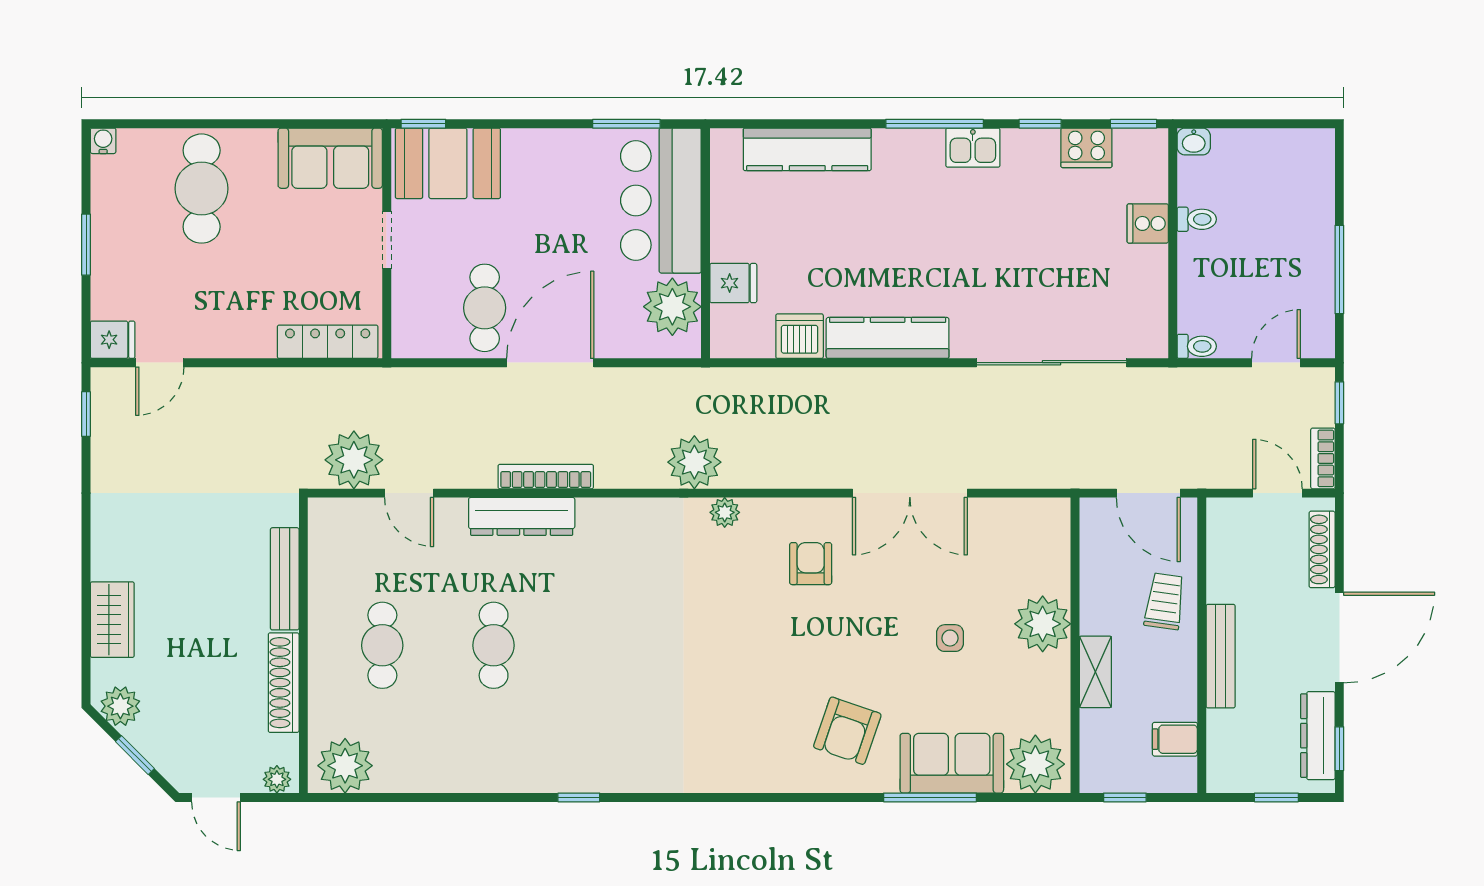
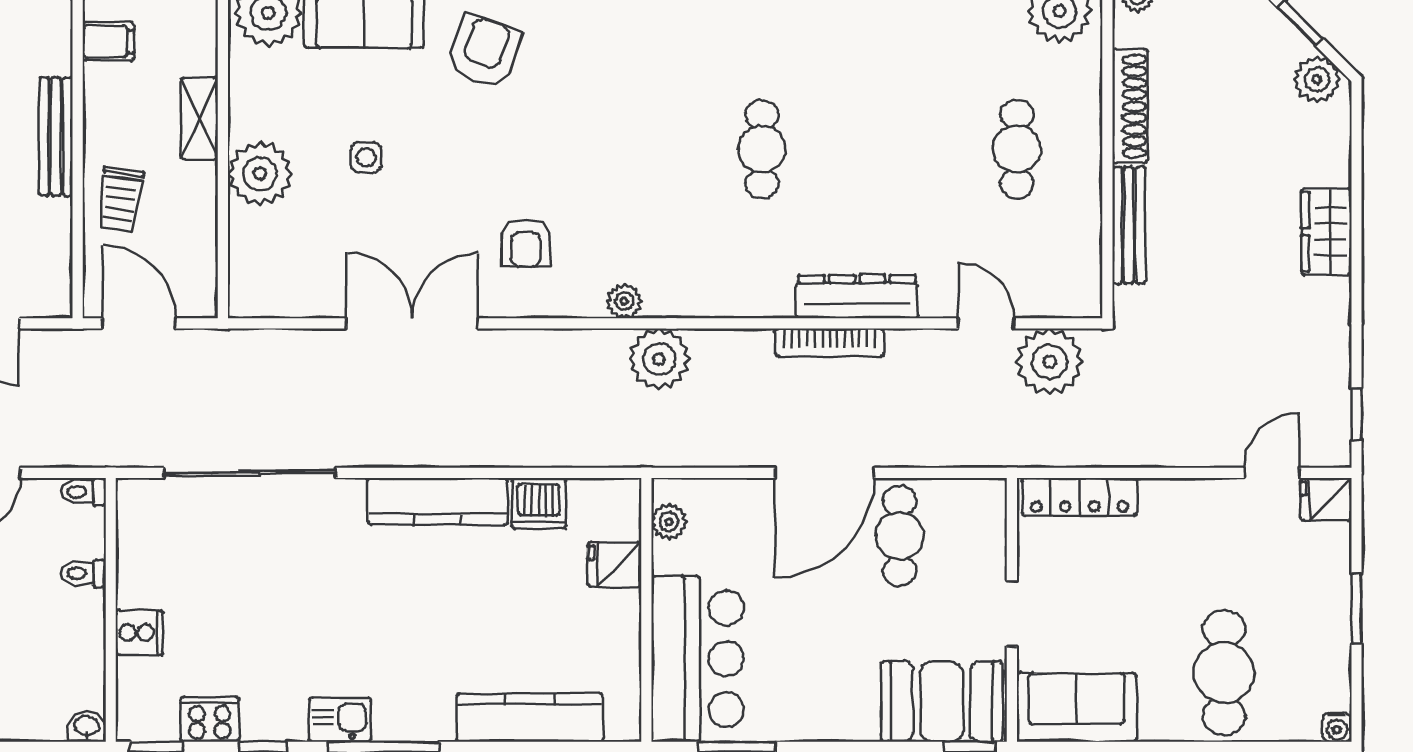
toilet: (1197, 219) -> (83, 573), moved
plant: (672, 307) -> (669, 522), width x0.53, depth x0.53
wardrobe: (112, 620) -> (1326, 232), moved
cafe table: (494, 645) -> (762, 149), moved

